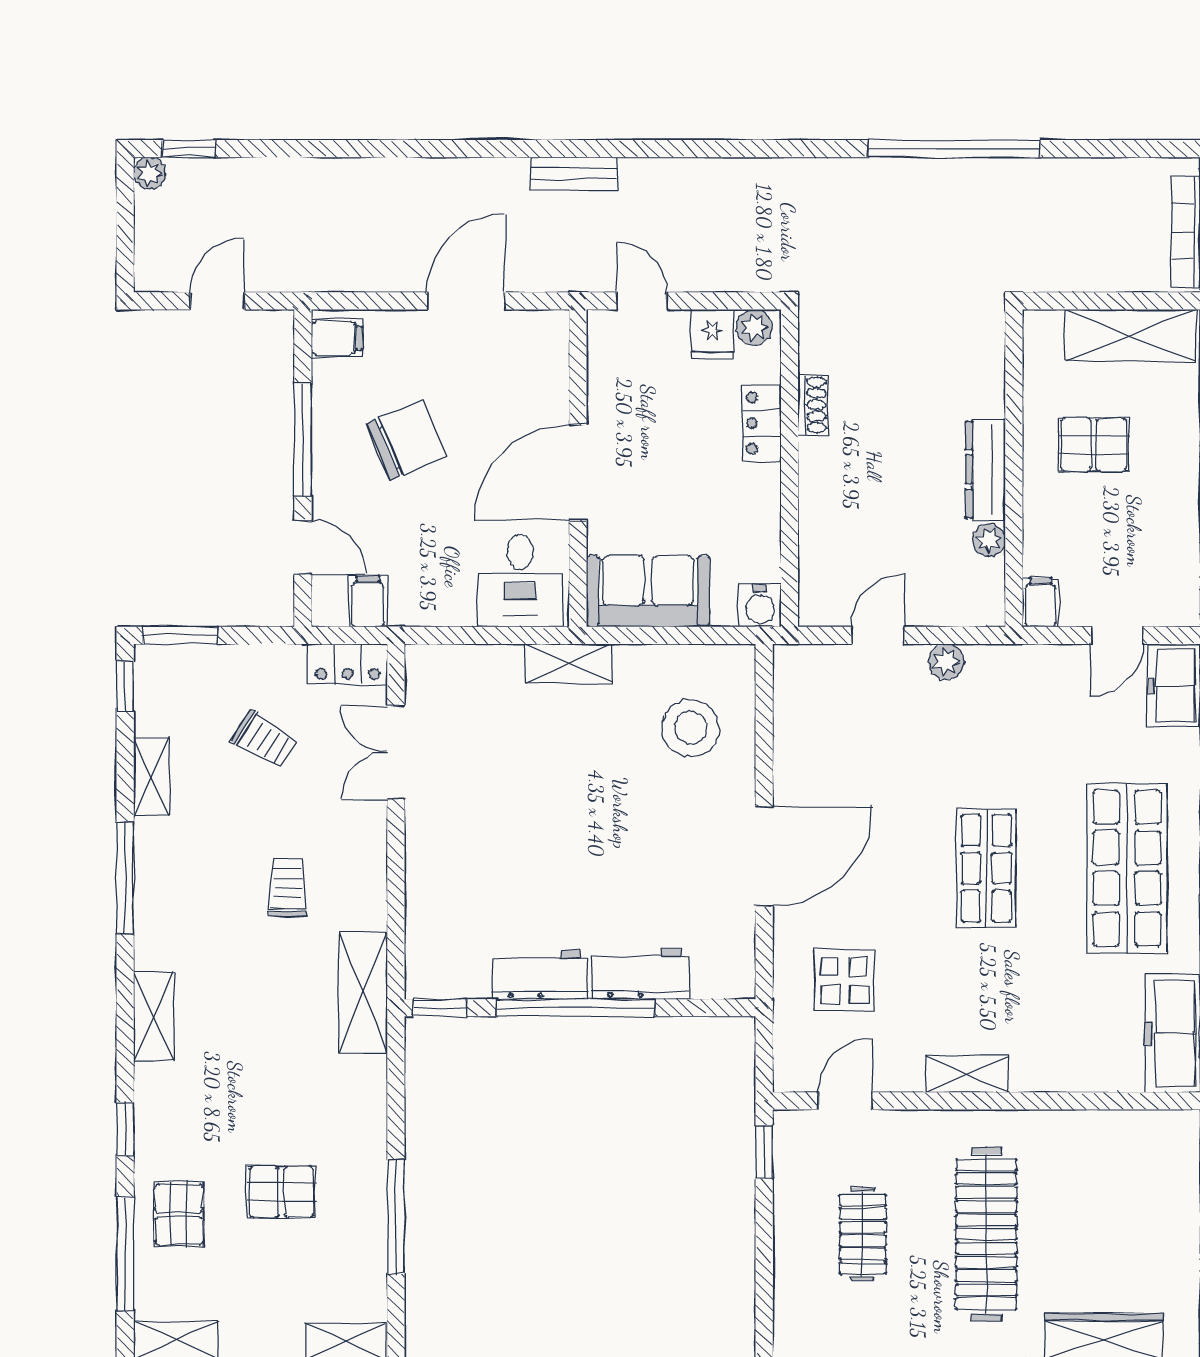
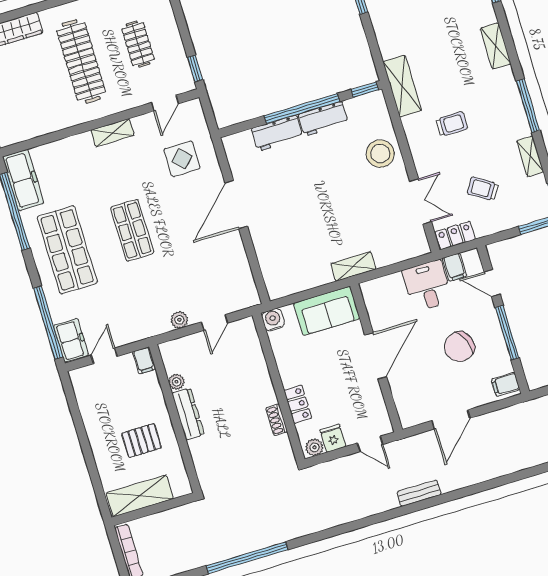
desk: (520, 581) -> (427, 286), moved
stool: (691, 728) -> (380, 154), moved
trolley: (288, 887) -> (452, 124), turned -90

